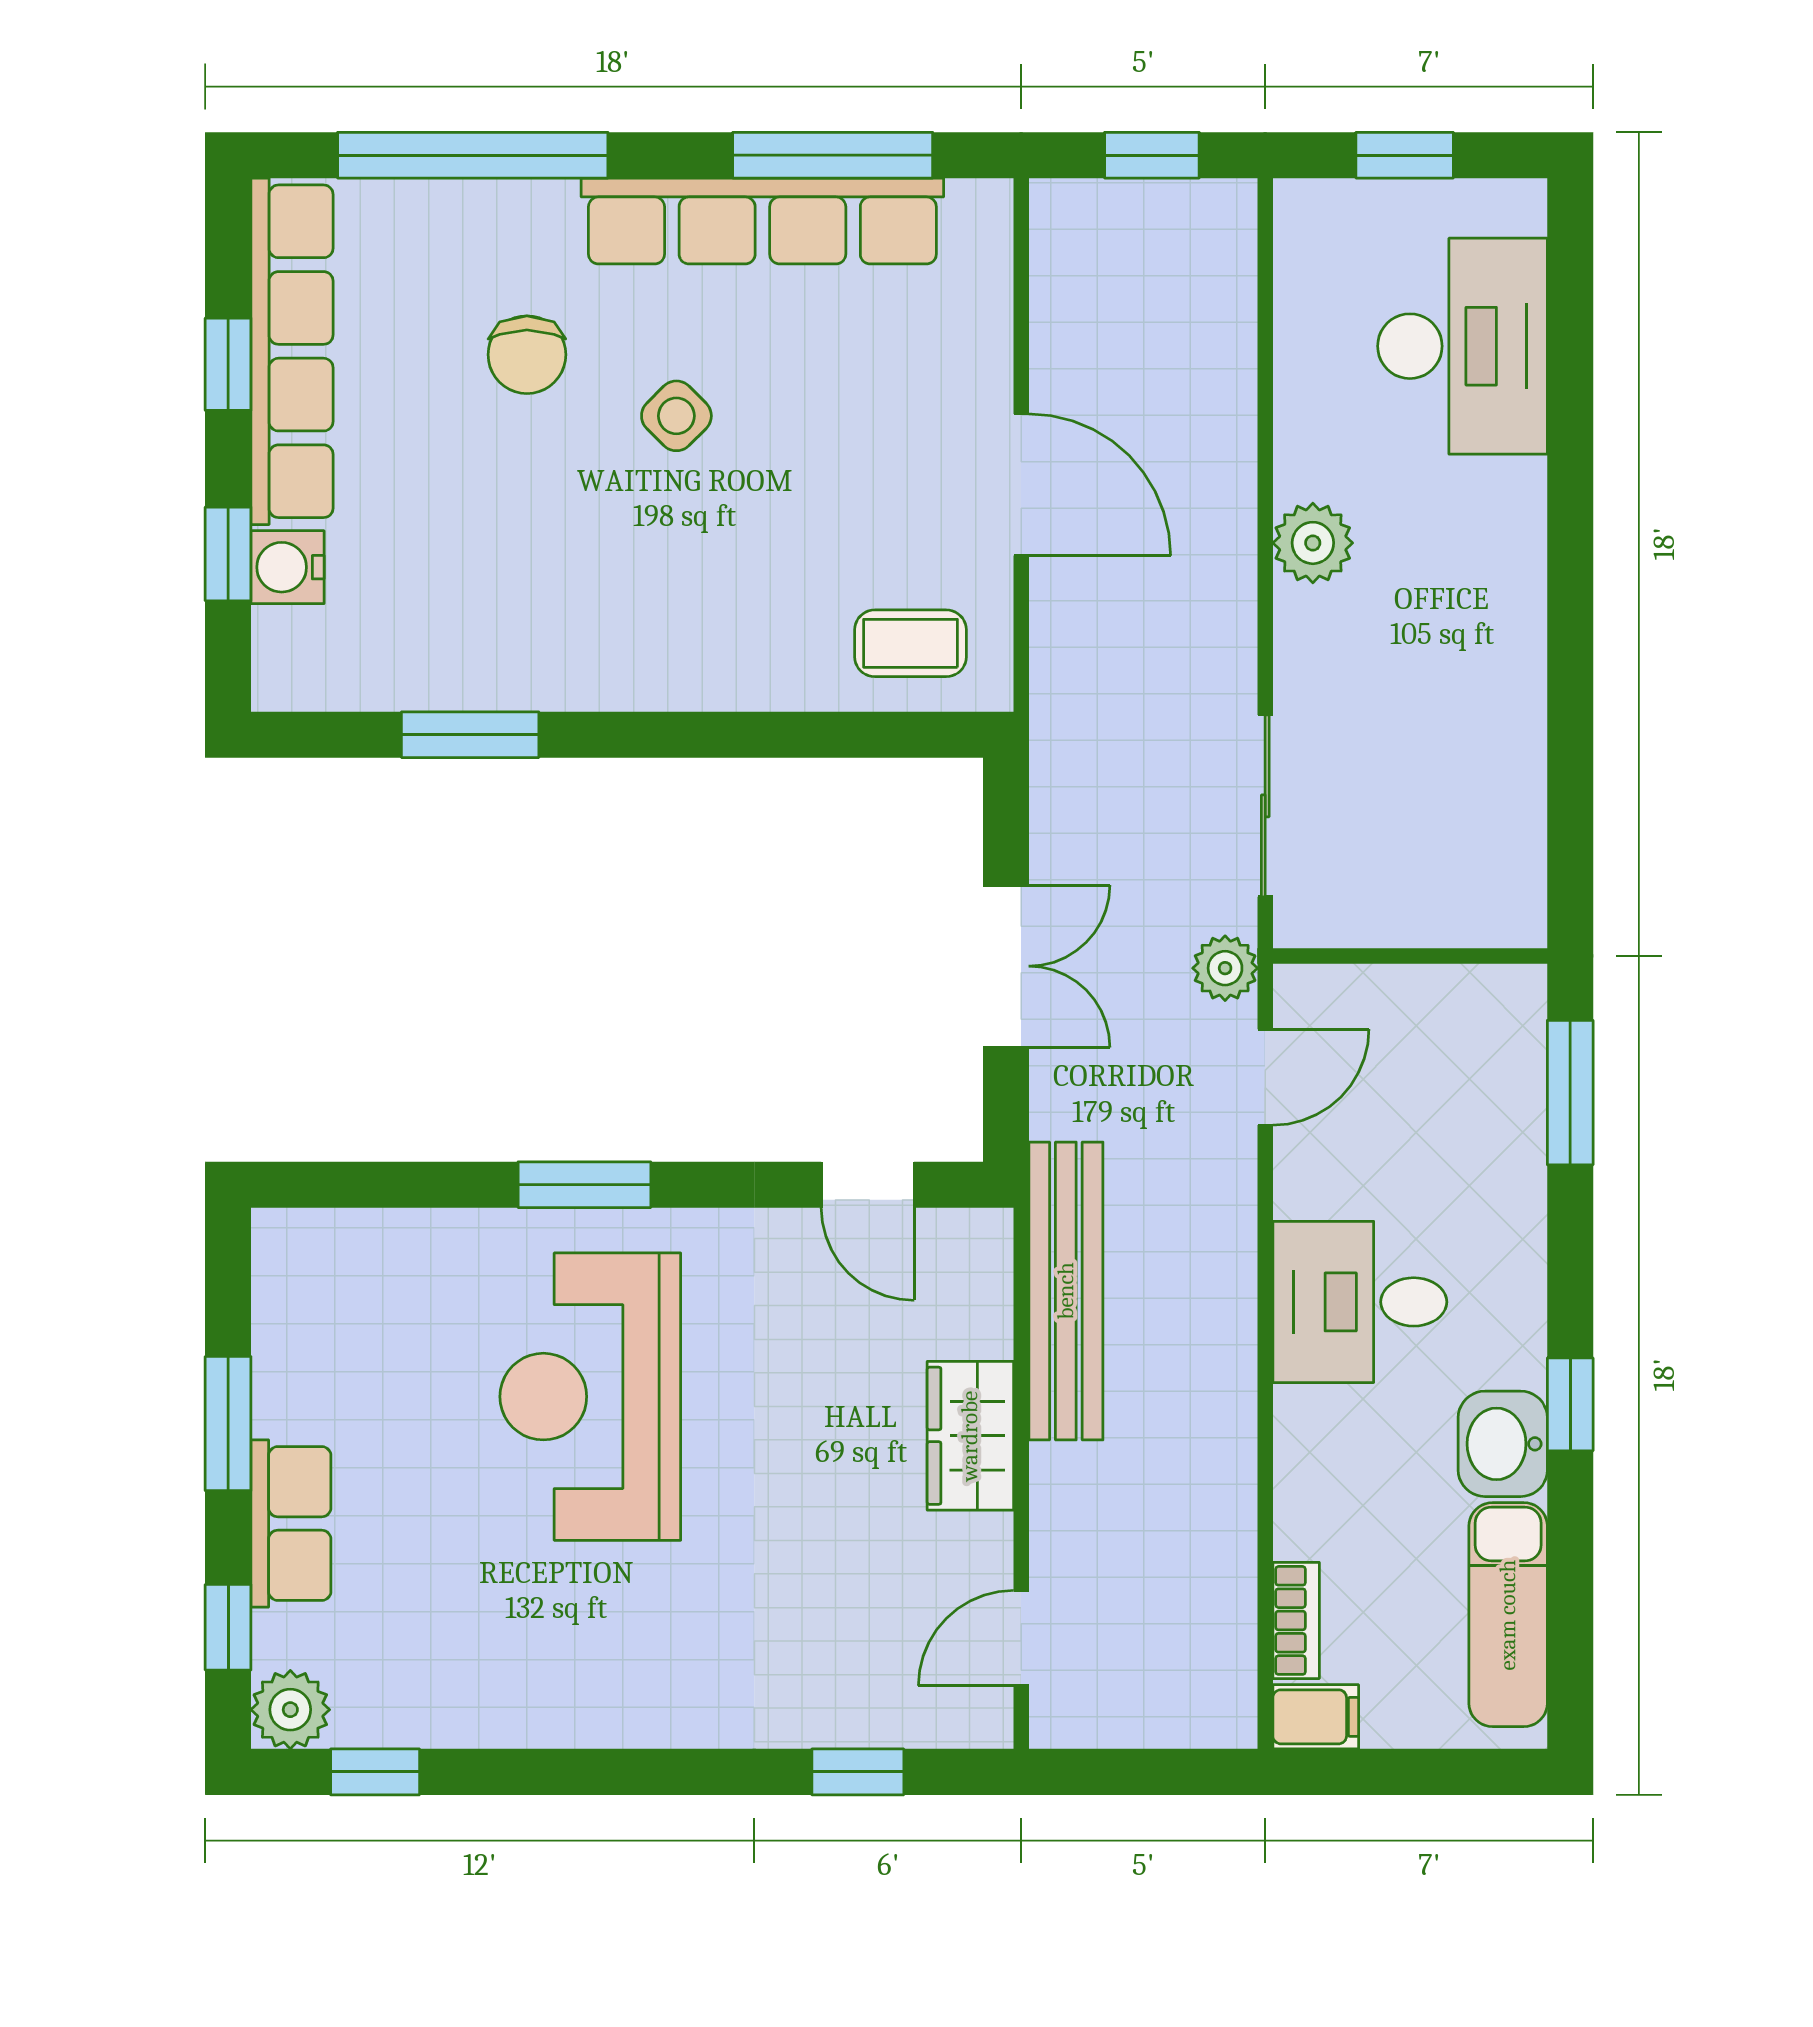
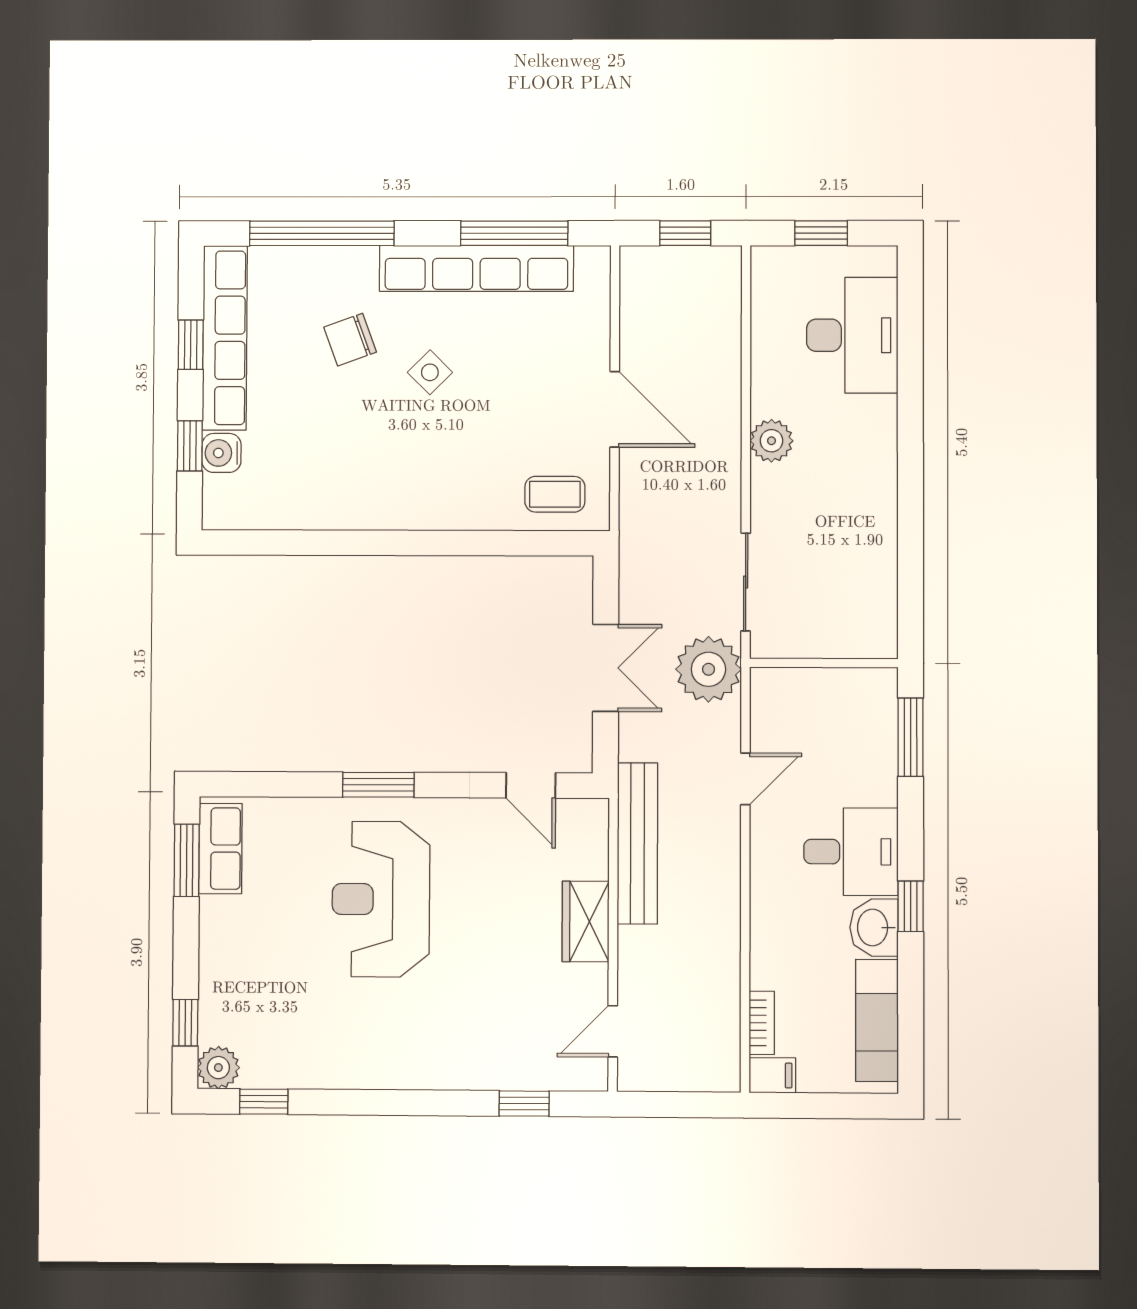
chair: (527, 355) -> (350, 340), turned 70
window: (470, 735) -> (318, 543), removed
plant: (1225, 968) -> (708, 669), width x1.88, depth x1.88
door: (1265, 1077) -> (745, 779), moved
desk: (1360, 1302) -> (851, 852), moved, turned 180
window: (228, 1424) -> (187, 860), moved
row of seats: (291, 1524) -> (220, 849), moved

